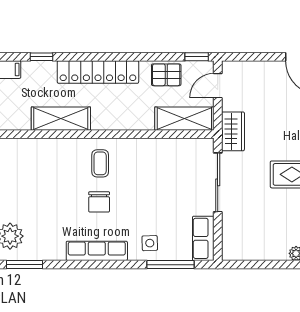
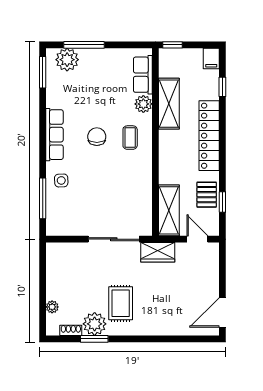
window: (197, 57) -> (222, 202), moved
plant: (61, 148) -> (143, 104), added
coffee table: (100, 163) -> (130, 138), turned 90
chair: (99, 202) -> (97, 137), turned 90
row of seats: (203, 238) -> (143, 75), moved, turned -90

